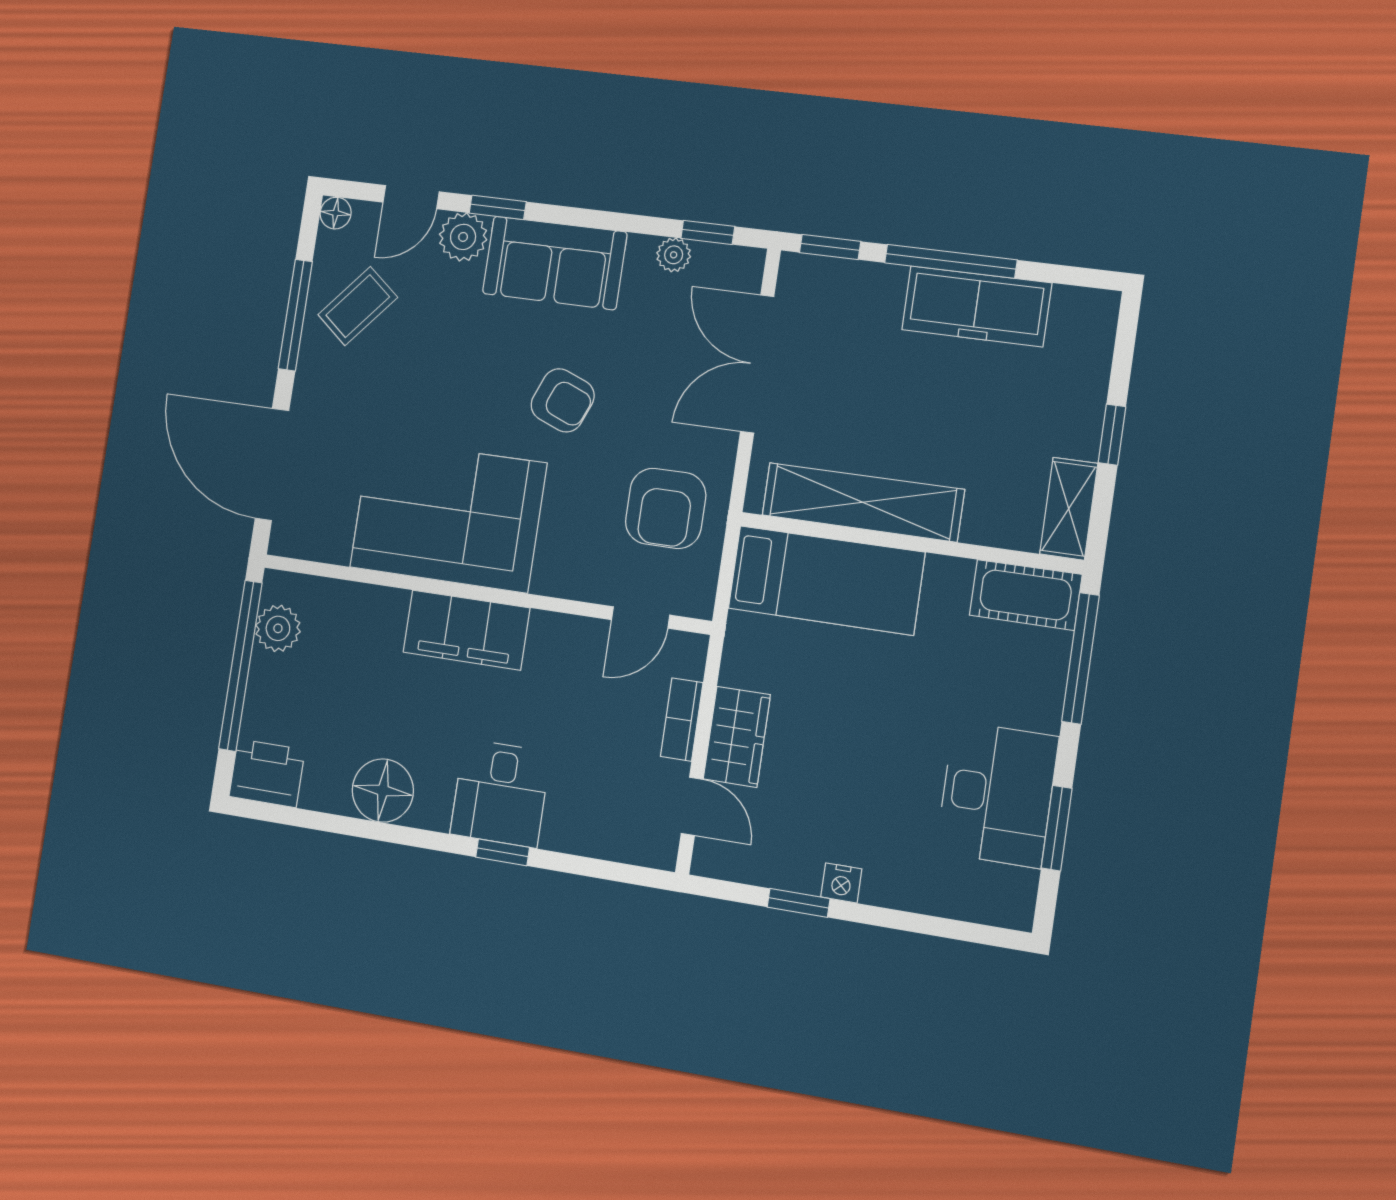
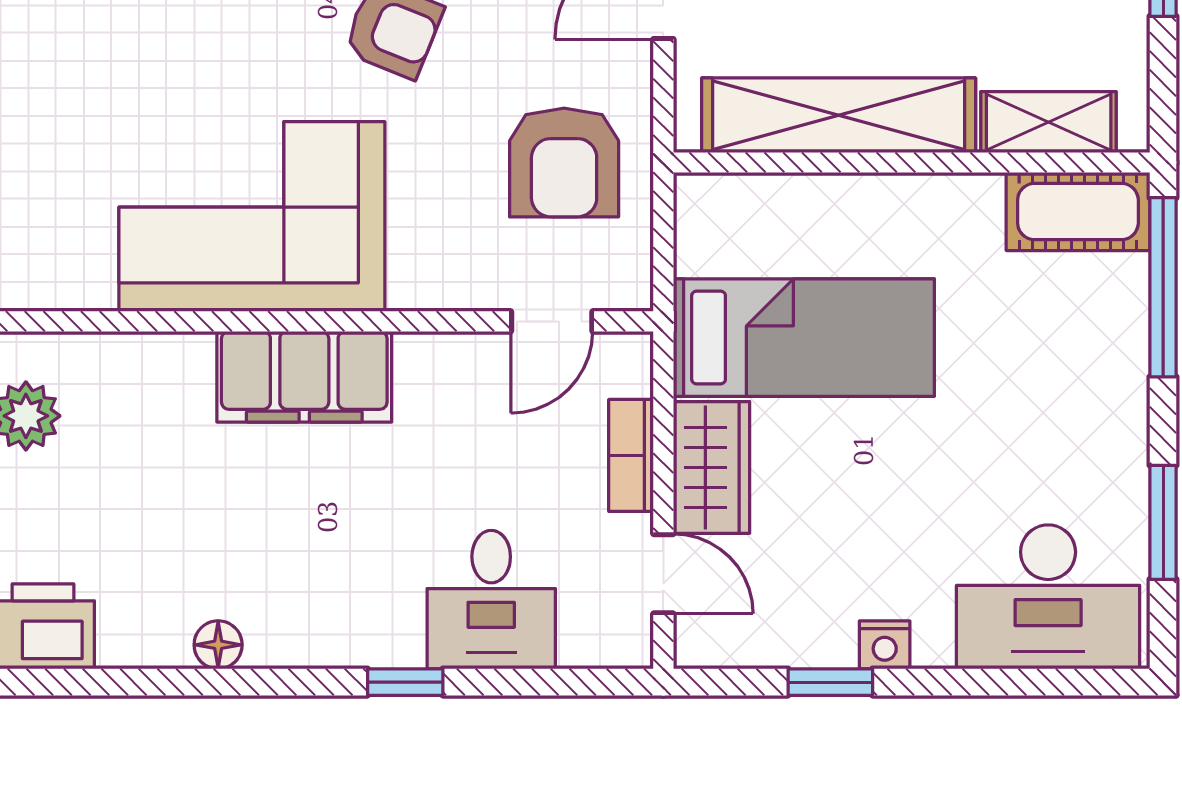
shelving: (1069, 509) -> (1049, 122), moved, turned 90
bed: (826, 580) -> (804, 338), moved
floor lamp: (383, 791) -> (218, 645), width x0.53, depth x0.53
desk: (500, 793) -> (491, 600), moved
desk: (997, 794) -> (1048, 597), moved, turned 90

